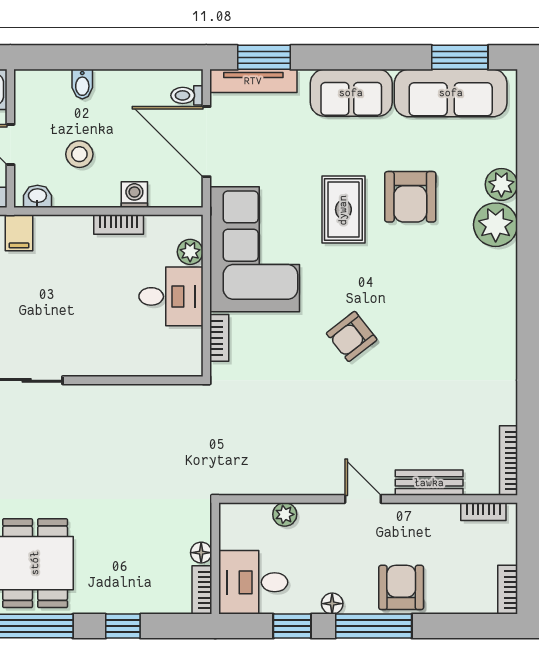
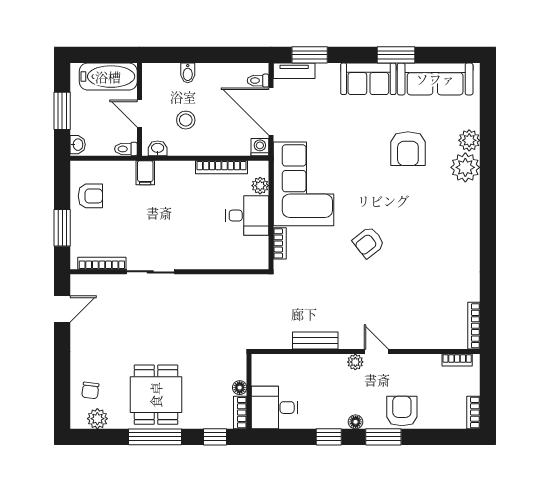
window: (460, 57) -> (396, 55), moved
tv unit: (253, 81) -> (294, 71), width x0.71
washing machine: (134, 195) -> (260, 147), moved
rug: (343, 210) -> (363, 157), removed
bookcase: (119, 224) -> (221, 167), width x1.56
bench: (429, 483) -> (315, 341), moved
plant: (285, 514) -> (355, 362), moved
floor lamp: (201, 553) -> (240, 388), moved
wall: (215, 558) -> (249, 391), moved
desk: (253, 582) -> (275, 408), moved
bookcase: (202, 590) -> (240, 413), moved
window: (374, 626) -> (383, 437), width x0.69

